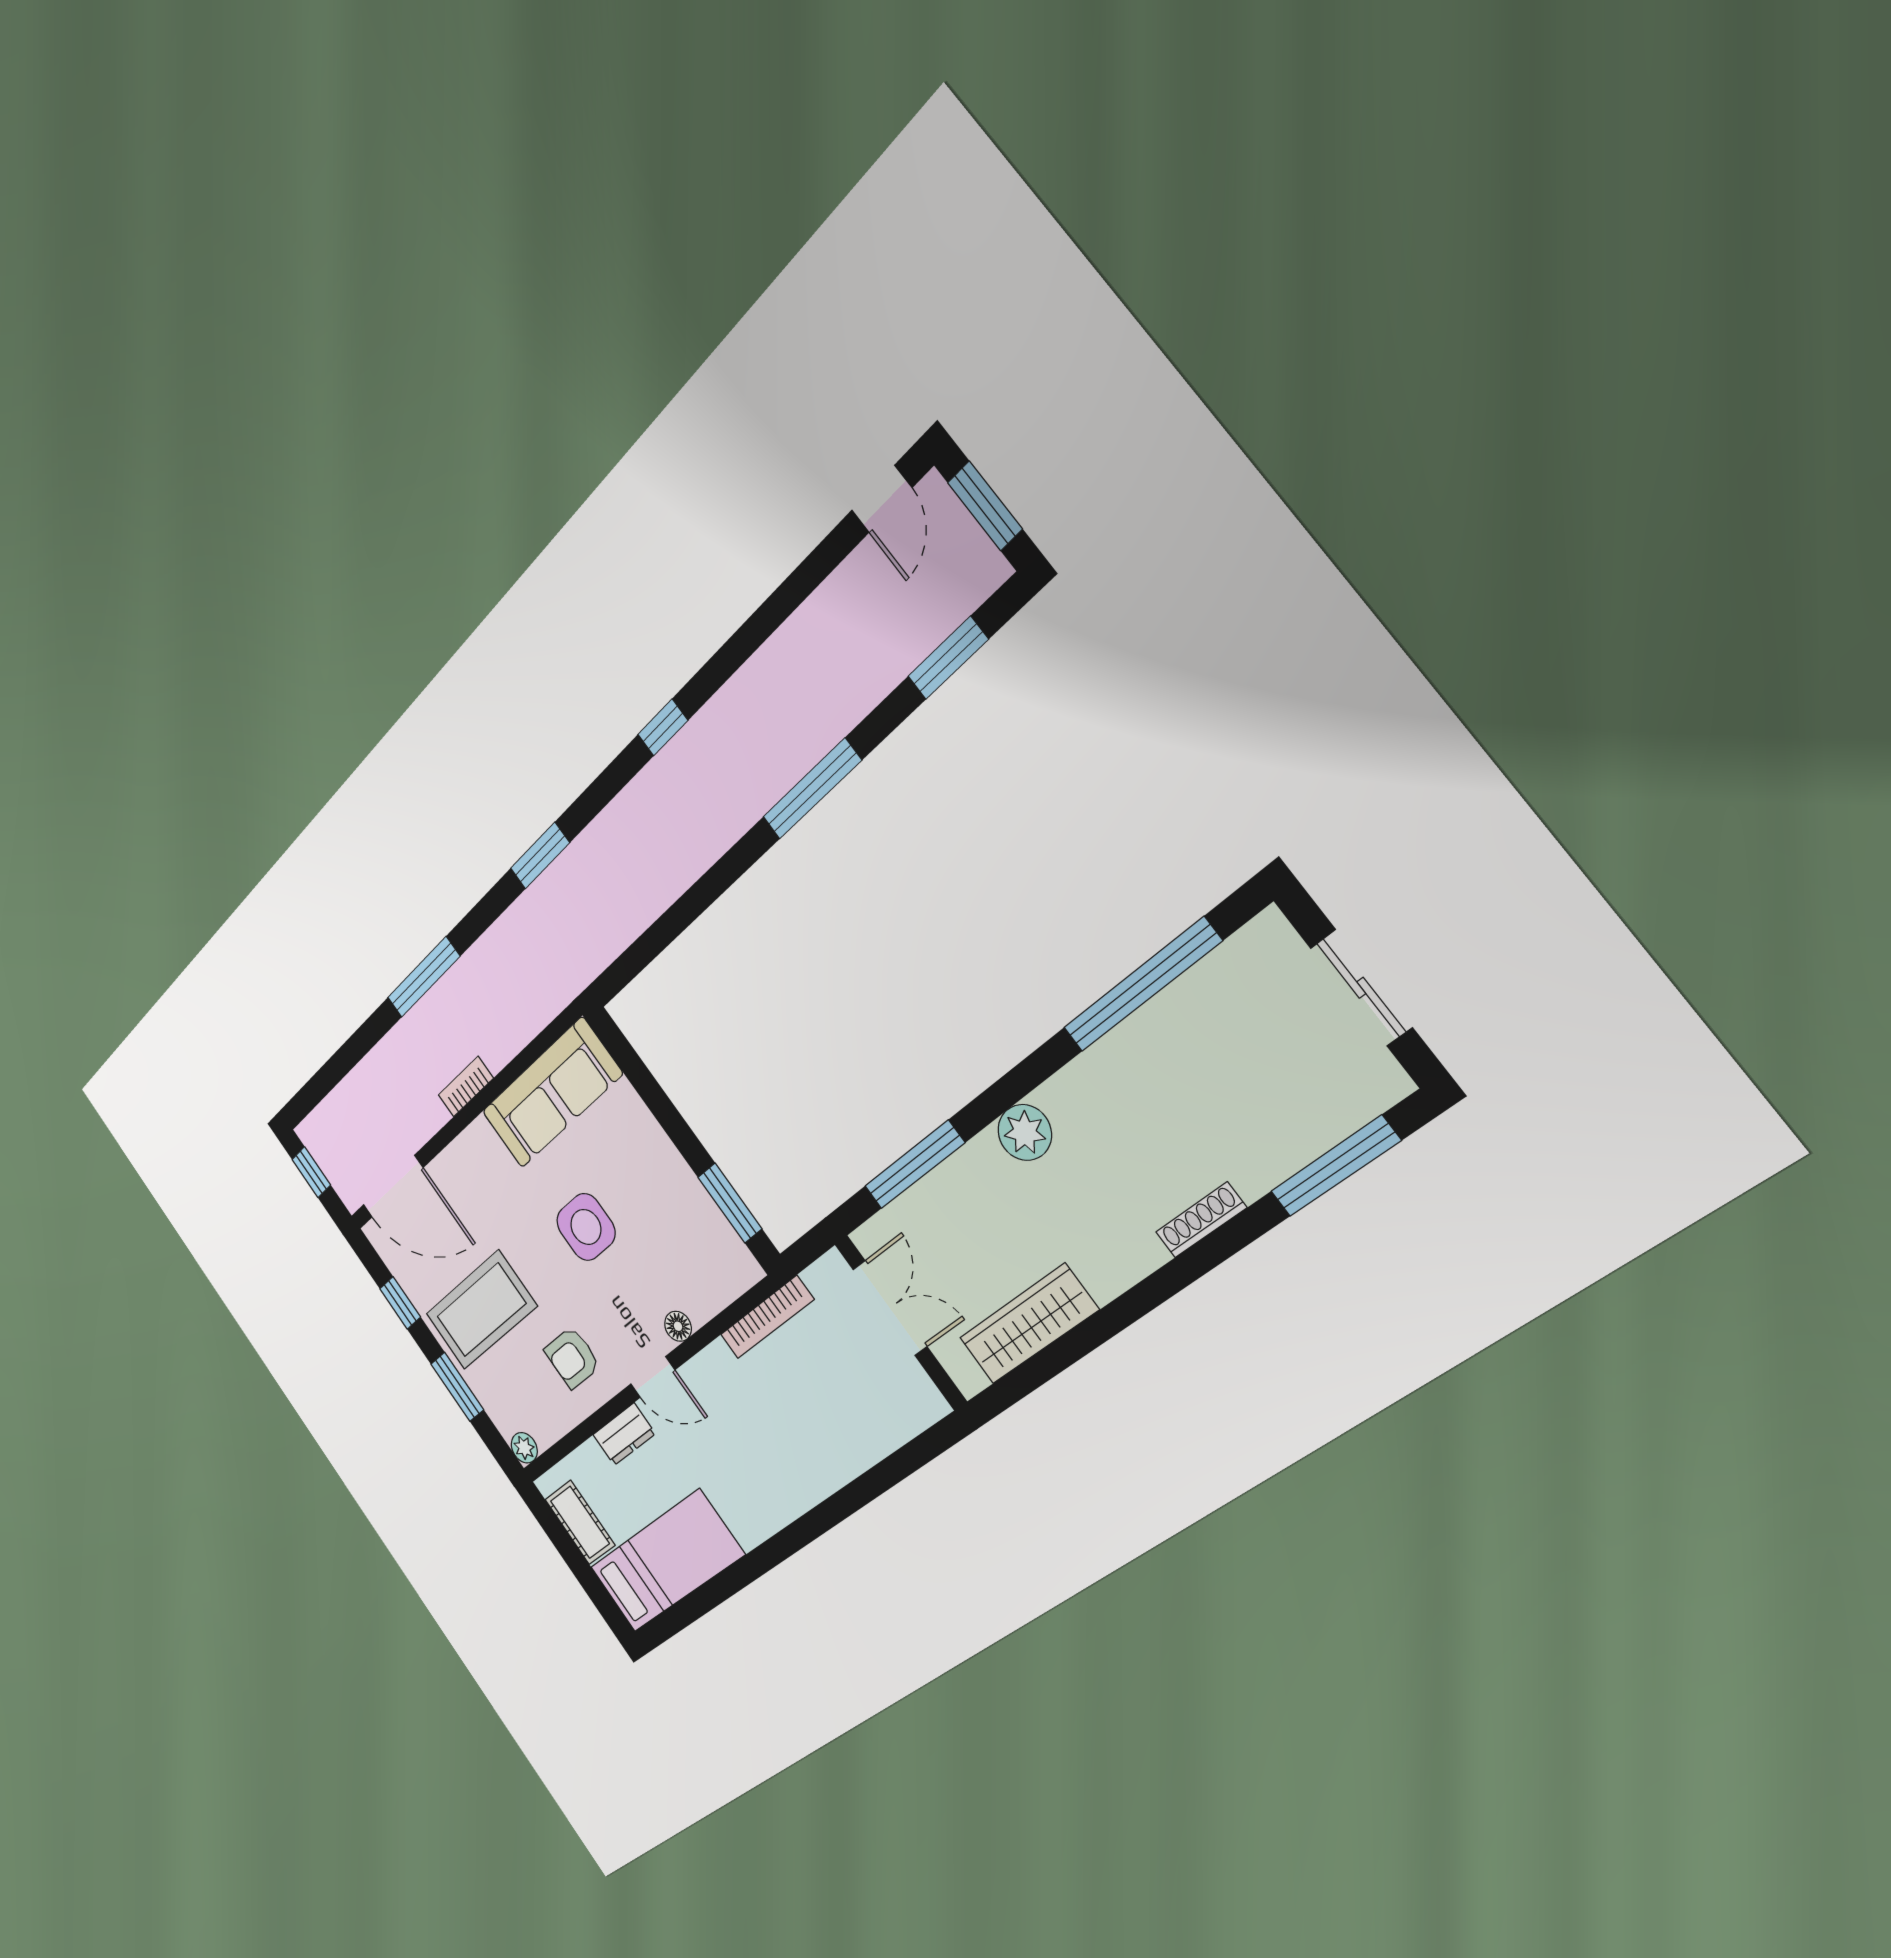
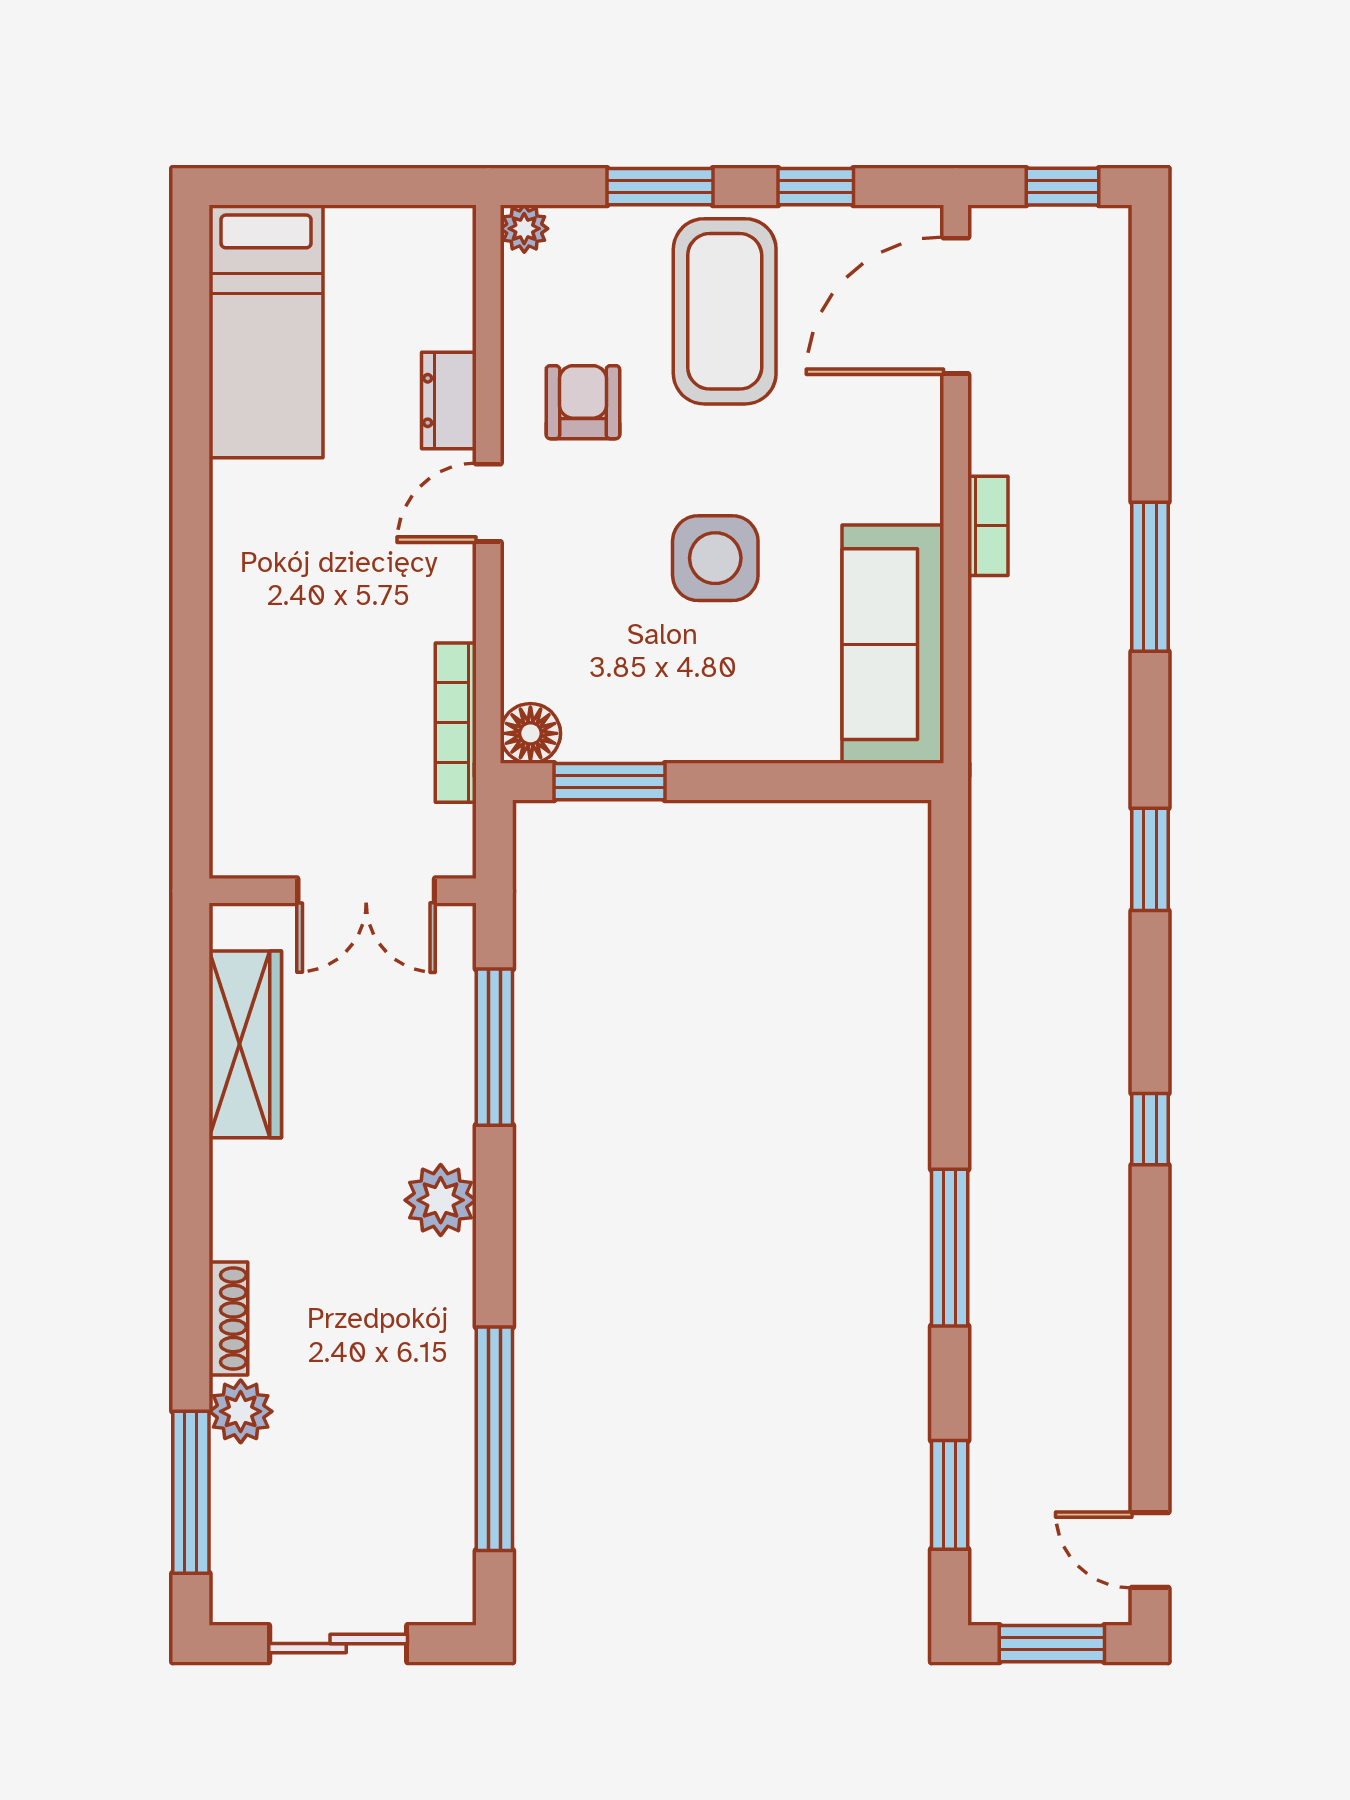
plant: (1255, 1170) -> (241, 1411), added
floor lamp: (678, 1326) -> (530, 733), moved, width x1.37, depth x1.37
cot: (580, 1522) -> (386, 236), removed

